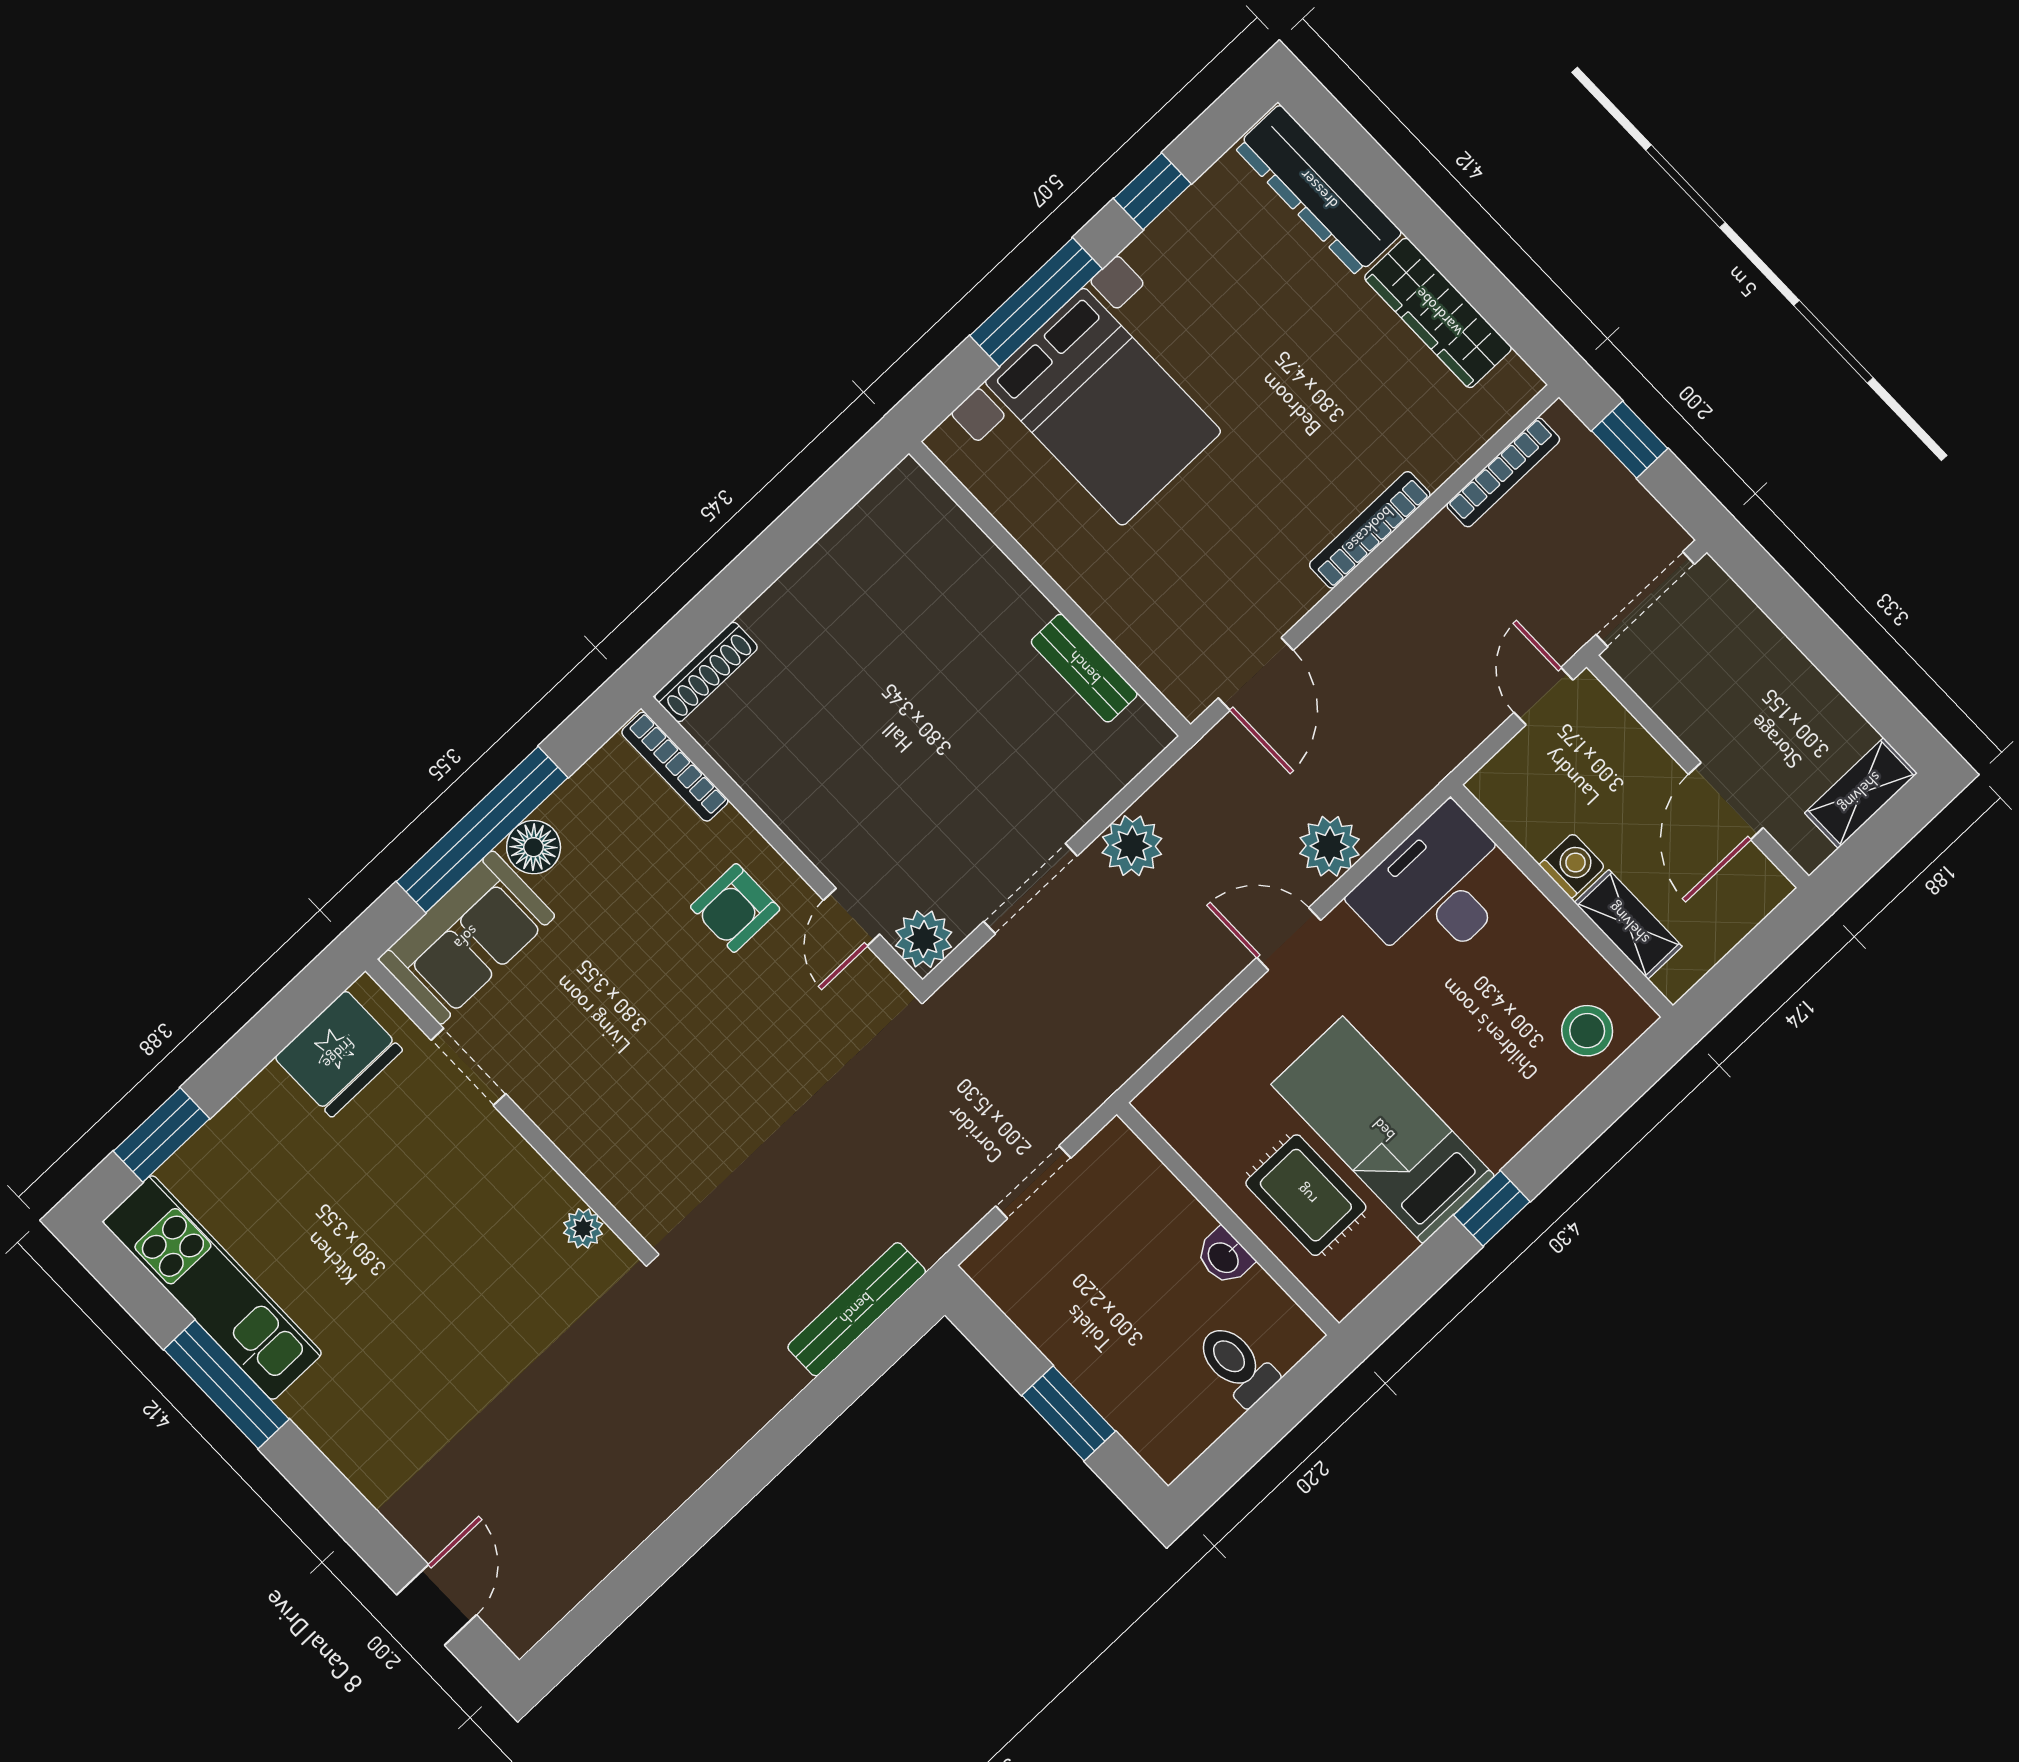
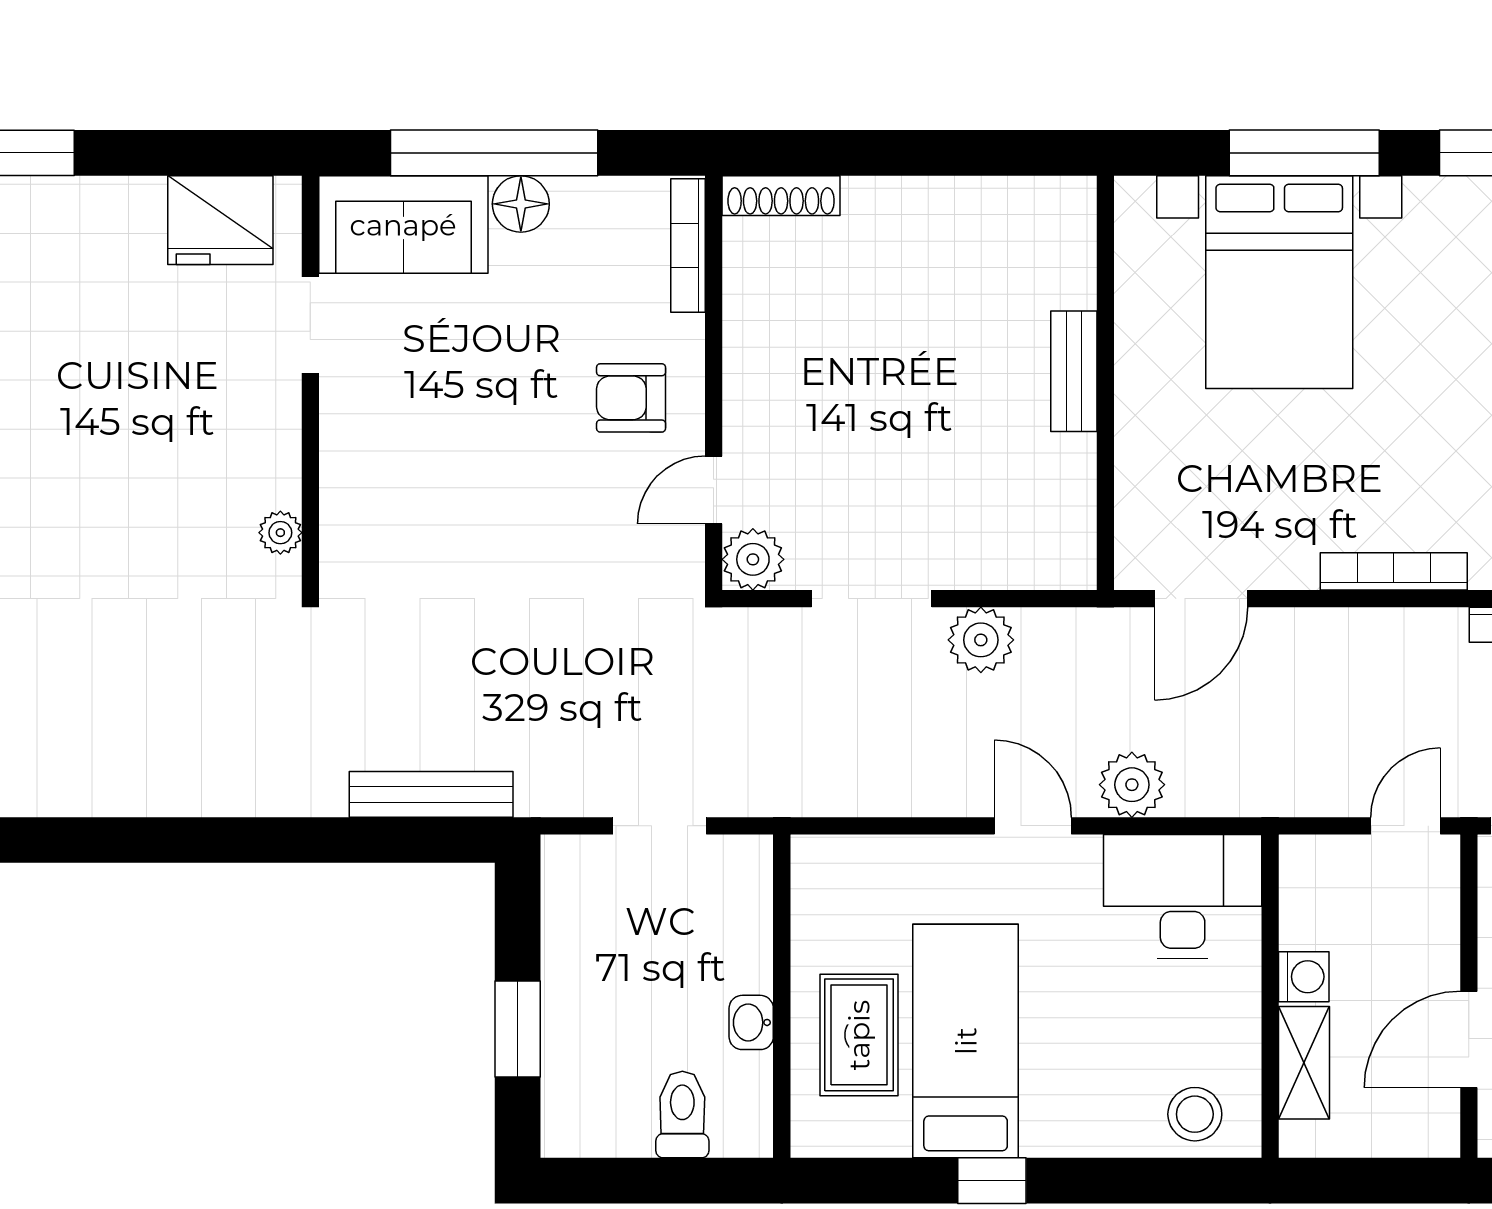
bench: (1084, 668) -> (1074, 371), moved

